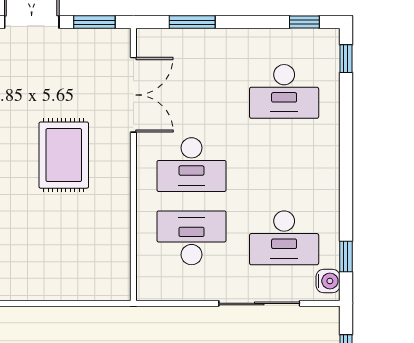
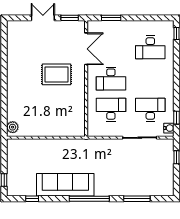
window: (304, 22) -> (159, 18), removed
rug: (64, 155) -> (57, 74), turned 90
desk: (284, 238) -> (150, 110), turned 180

